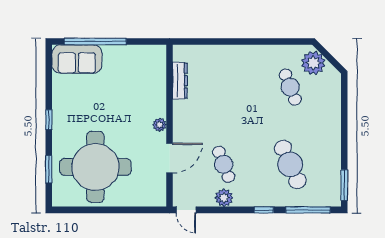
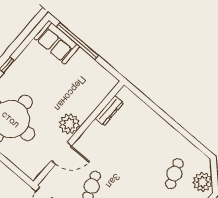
plant: (313, 63) -> (202, 182), moved
plant: (160, 125) -> (69, 124), width x1.87, depth x1.87

